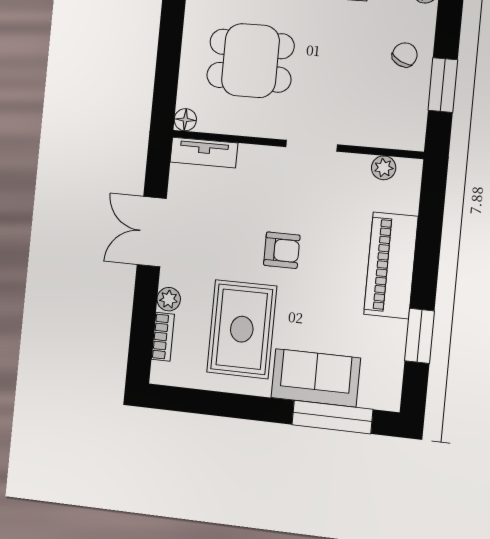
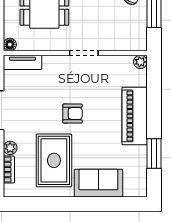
plant: (384, 168) -> (140, 62), moved
window: (332, 417) -> (110, 204), removed

